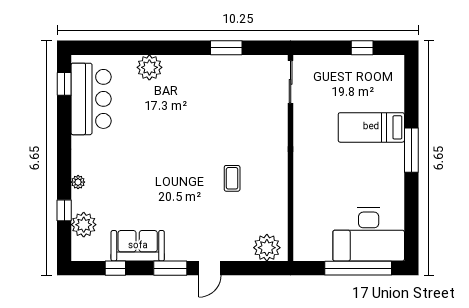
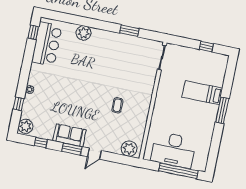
plant: (84, 225) -> (26, 126), moved
desk: (369, 234) -> (173, 150), moved
sofa: (138, 246) -> (70, 135), moved

